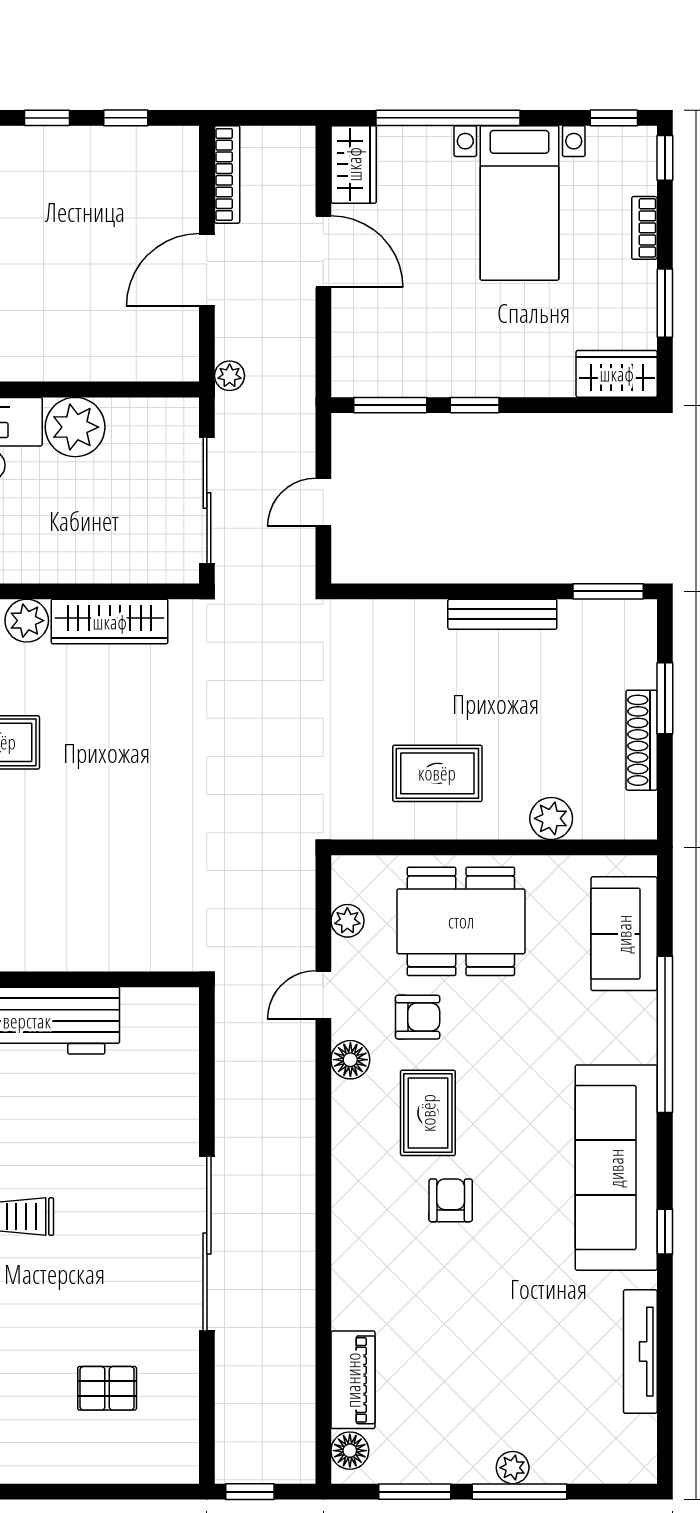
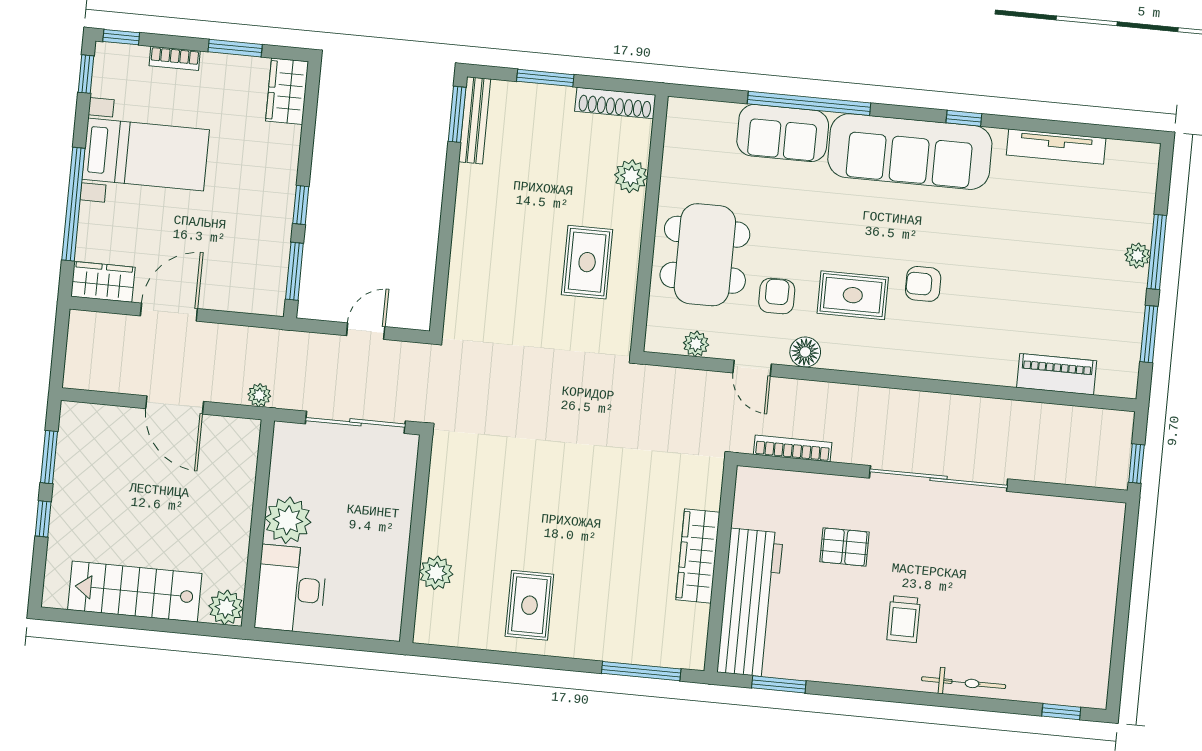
window: (126, 118) -> (49, 457), width x1.50
bookcase: (227, 174) -> (793, 448), moved
door: (323, 502) -> (366, 331), swing flipped
bench: (502, 614) -> (475, 120), moved
wardrobe: (110, 622) -> (698, 556), moved, turned 180
shoe rack: (642, 740) -> (615, 103), moved
sofa: (624, 934) -> (783, 133), moved
pallet: (107, 1388) -> (845, 547), moved, turned 90
floor lamp: (350, 1451) -> (1112, 382), removed

